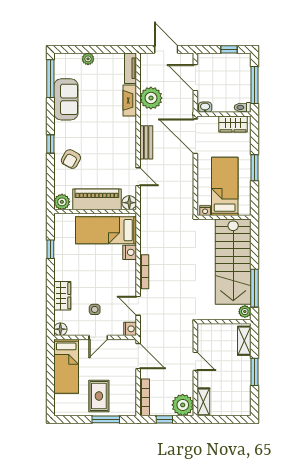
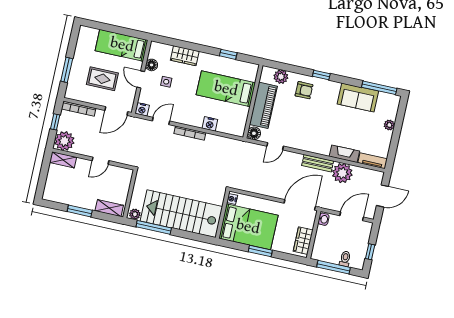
toilet: (243, 107) -> (345, 259), moved
bench: (146, 142) -> (318, 163), moved
armchair: (71, 159) -> (304, 90), turned 151
bed: (225, 186) -> (248, 227), width x1.50
plant: (62, 202) -> (281, 77), moved
bed: (106, 230) -> (226, 89), moved, turned -90
floor lamp: (60, 329) -> (152, 65), moved
rug: (99, 396) -> (102, 79), moved

